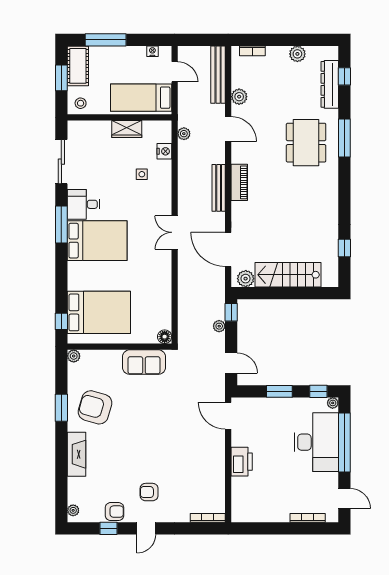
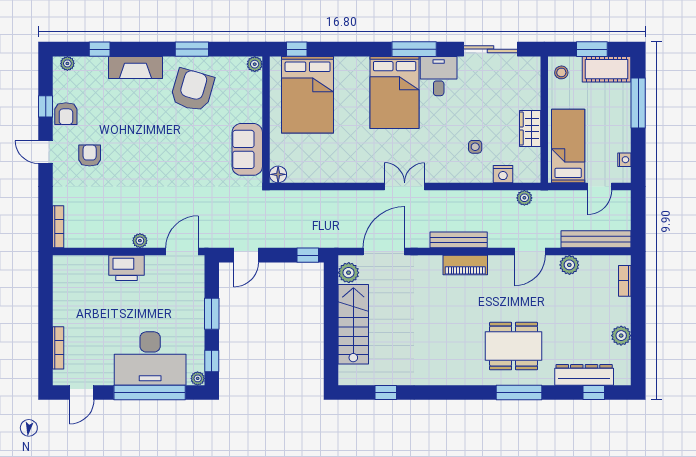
plant: (219, 326) -> (140, 241), moved
window: (61, 484) -> (100, 49), added

